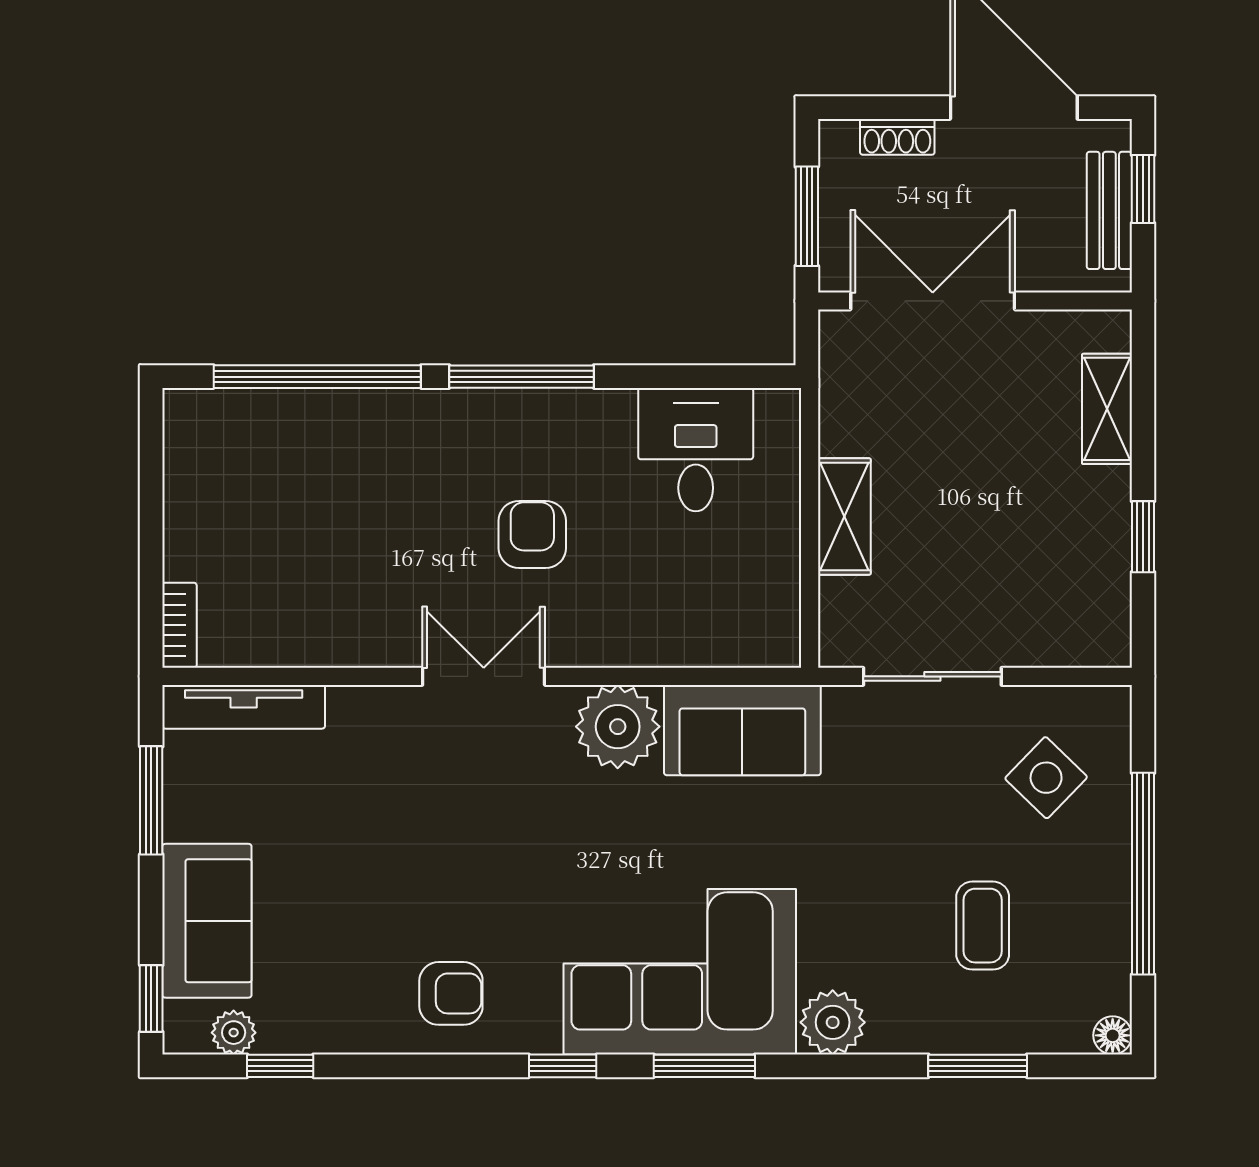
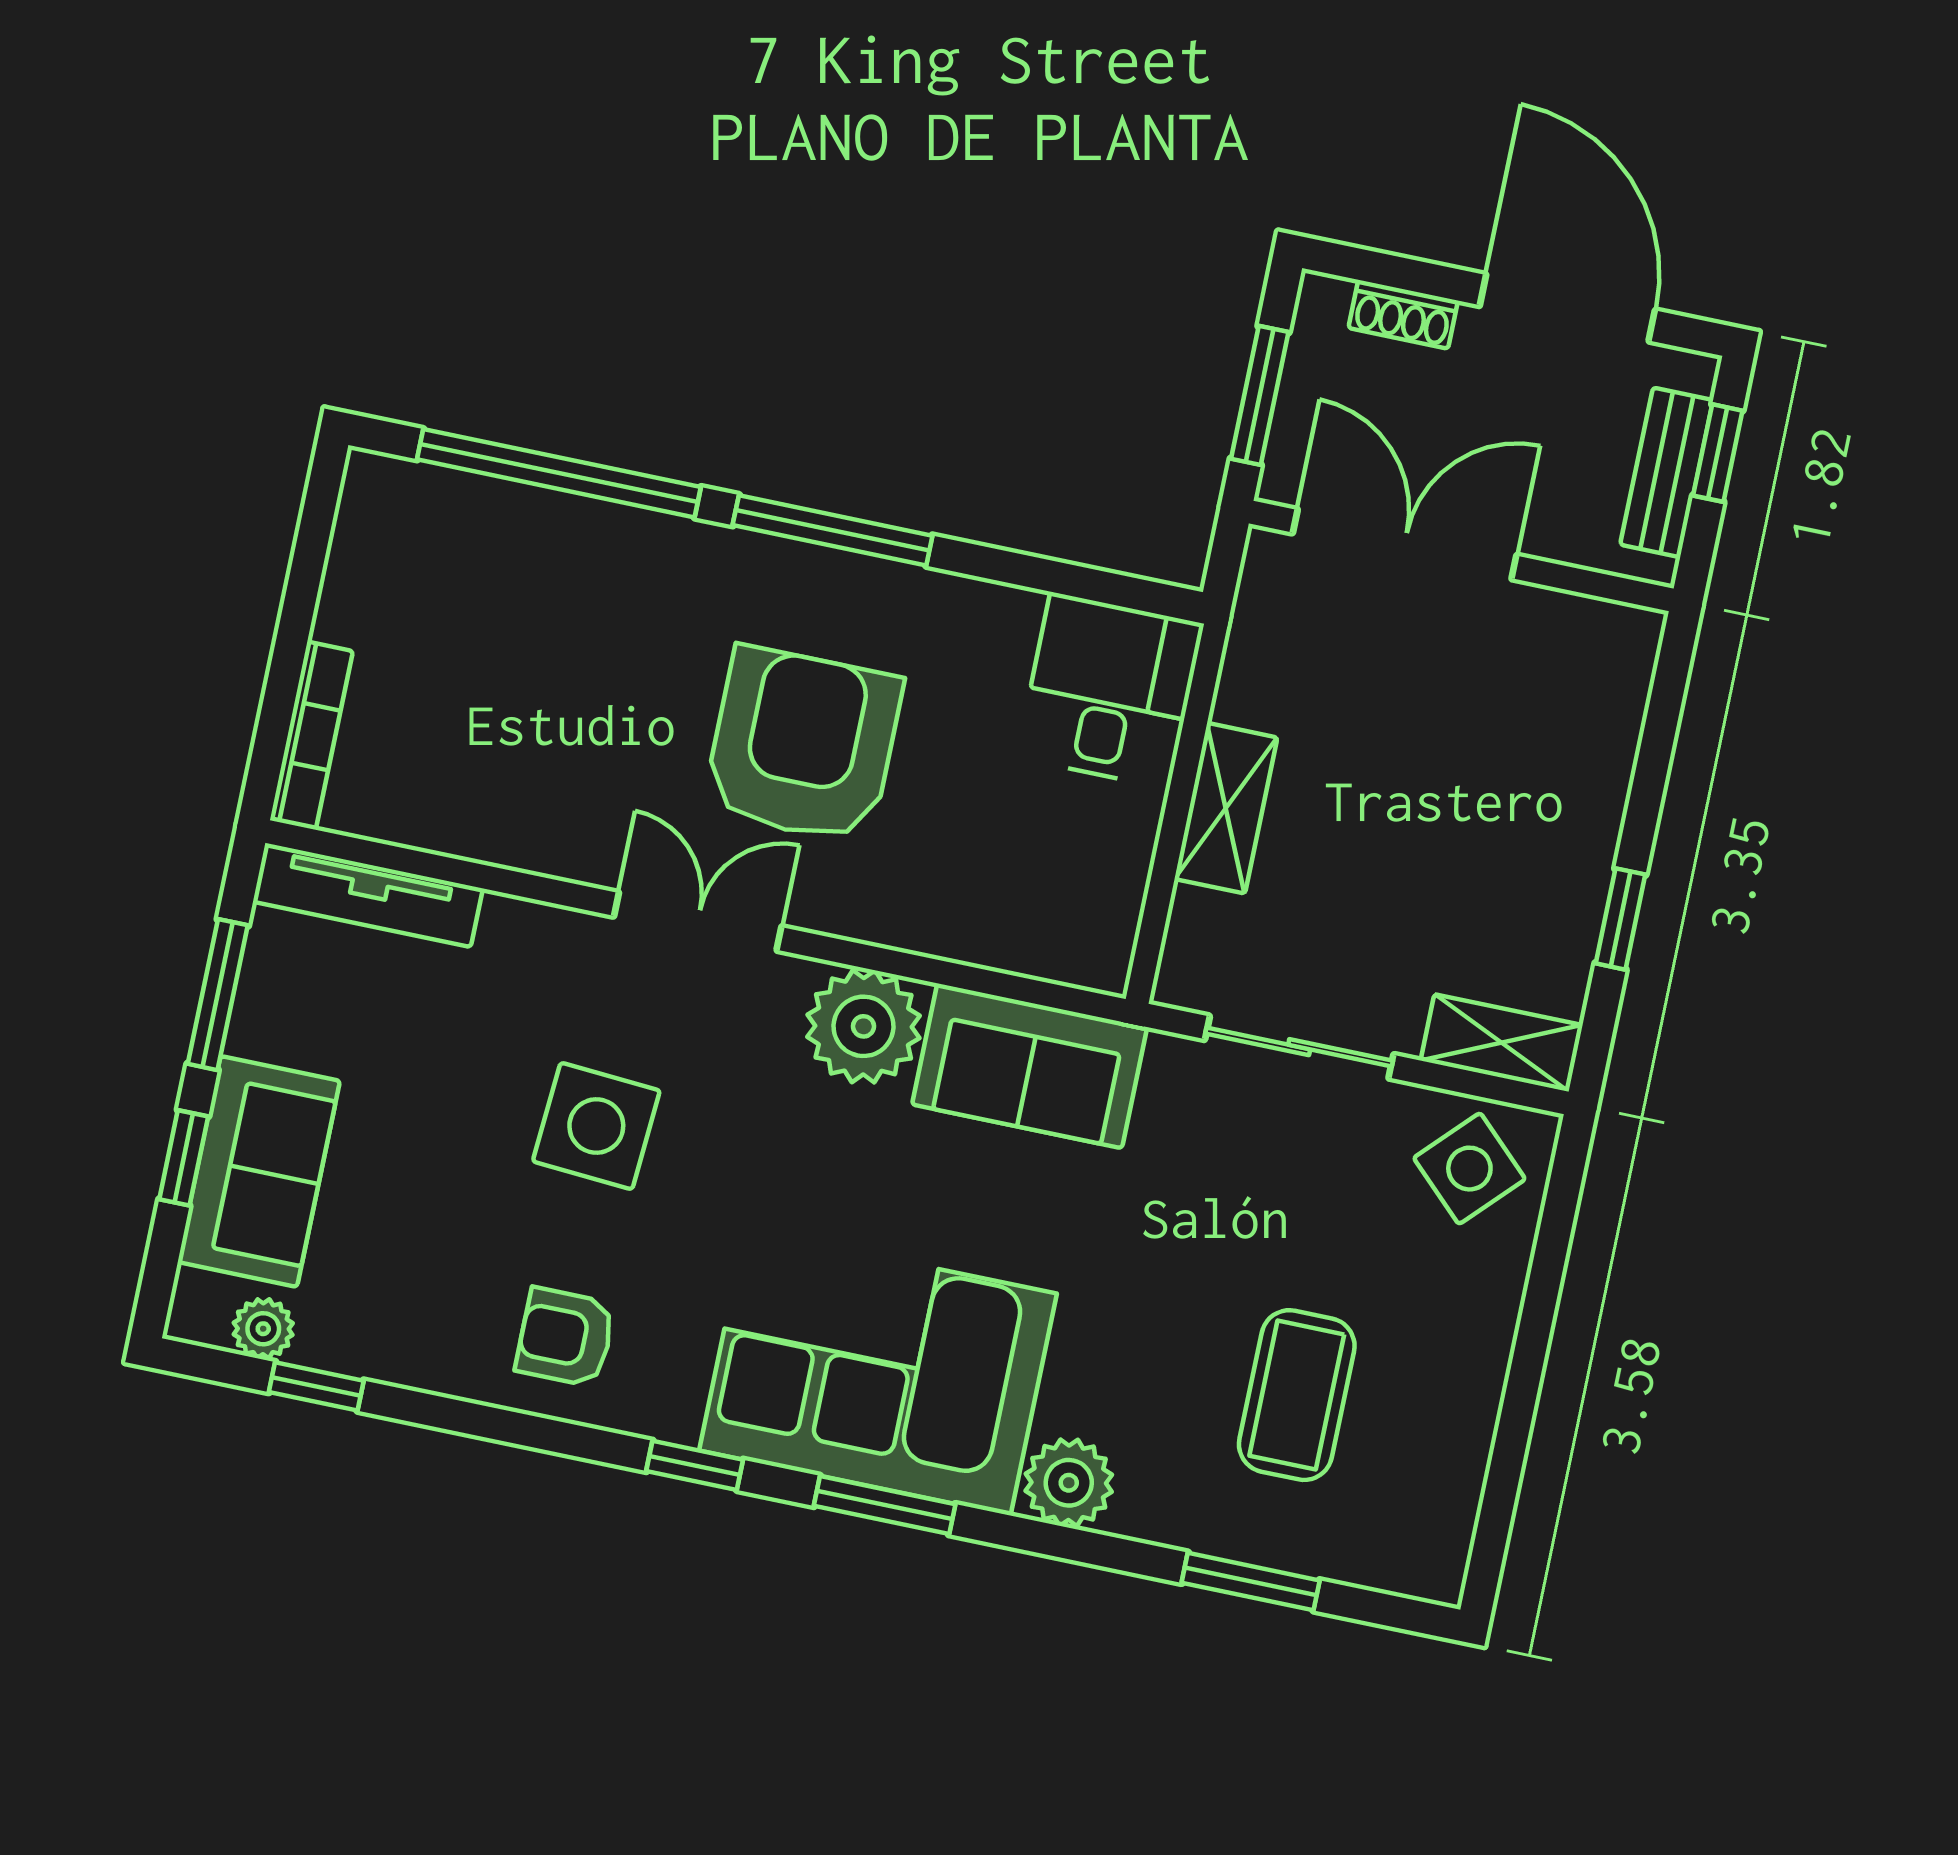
shelving: (1107, 409) -> (1502, 1043), moved, turned 90
desk: (696, 450) -> (1110, 690), moved
armchair: (532, 534) -> (803, 745), width x1.88, depth x1.88
bookcase: (179, 625) -> (311, 736), width x1.56
side table: (1046, 778) -> (1469, 1169), moved
side table: (442, 838) -> (596, 1126), added
window: (1143, 874) -> (1526, 1370), removed
coffee table: (983, 926) -> (1297, 1395), width x1.36, depth x1.30
armchair: (451, 993) -> (565, 1337), turned 180
window: (151, 999) -> (184, 1158), moved
floor lamp: (1113, 1035) -> (1440, 1579), removed

